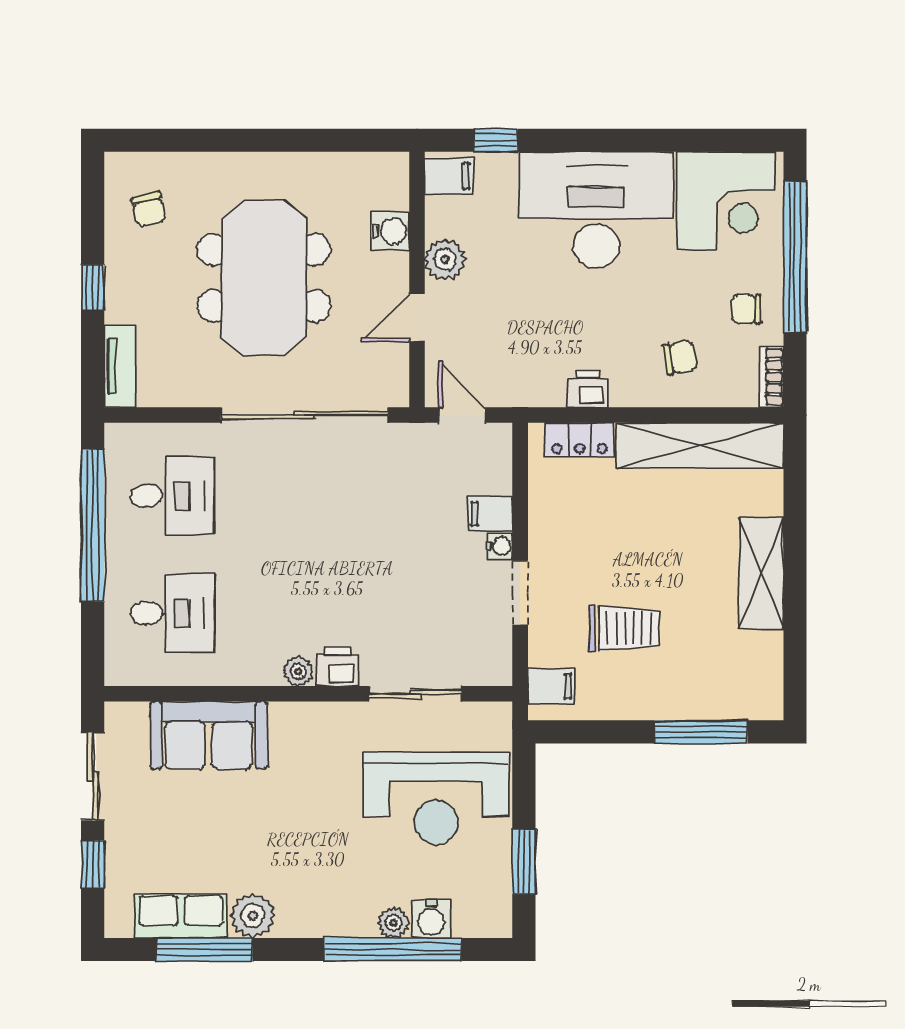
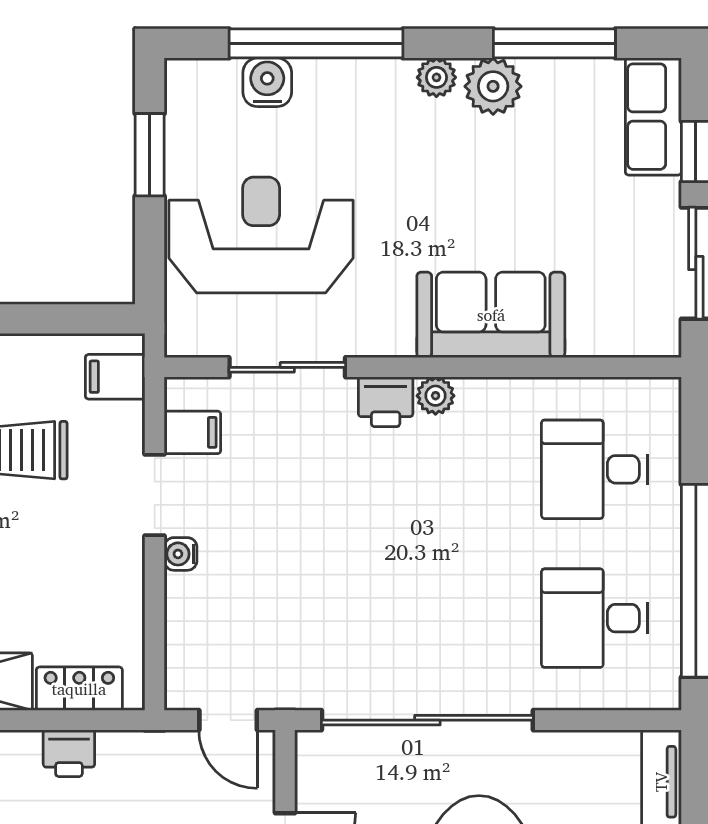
filing cabinet: (490, 514) -> (192, 432), moved
sofa: (209, 735) -> (491, 315), moved
row of seats: (181, 916) -> (653, 117), moved, turned 90
plant: (394, 923) -> (436, 77), moved

